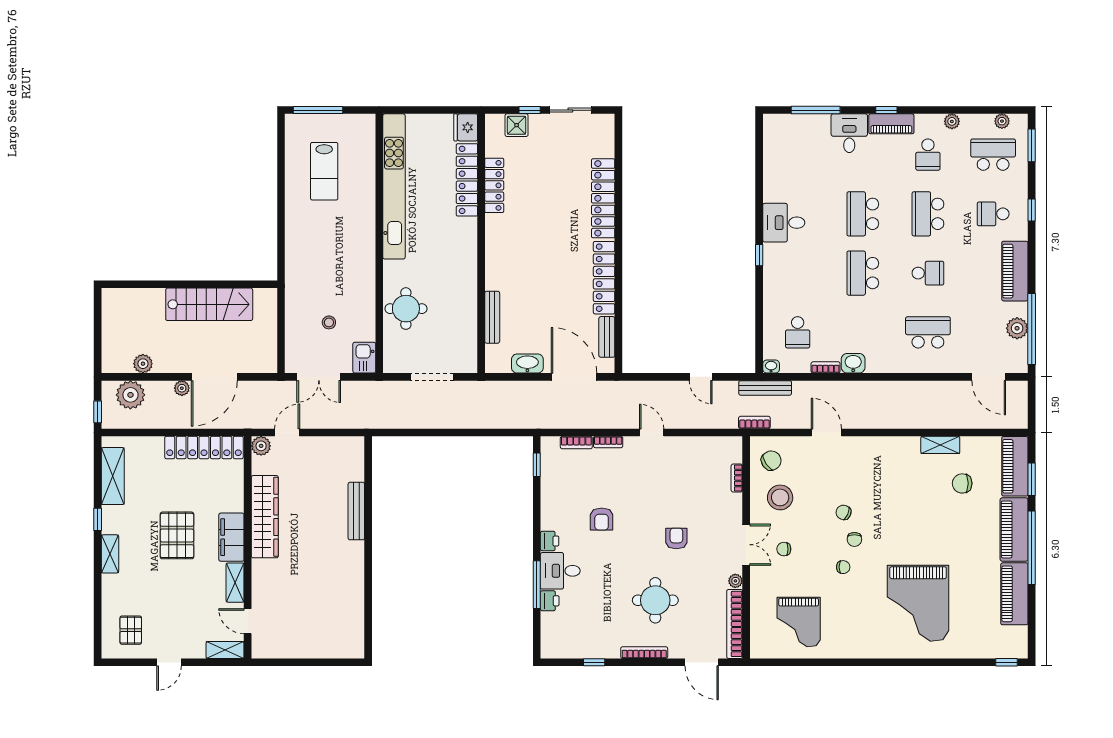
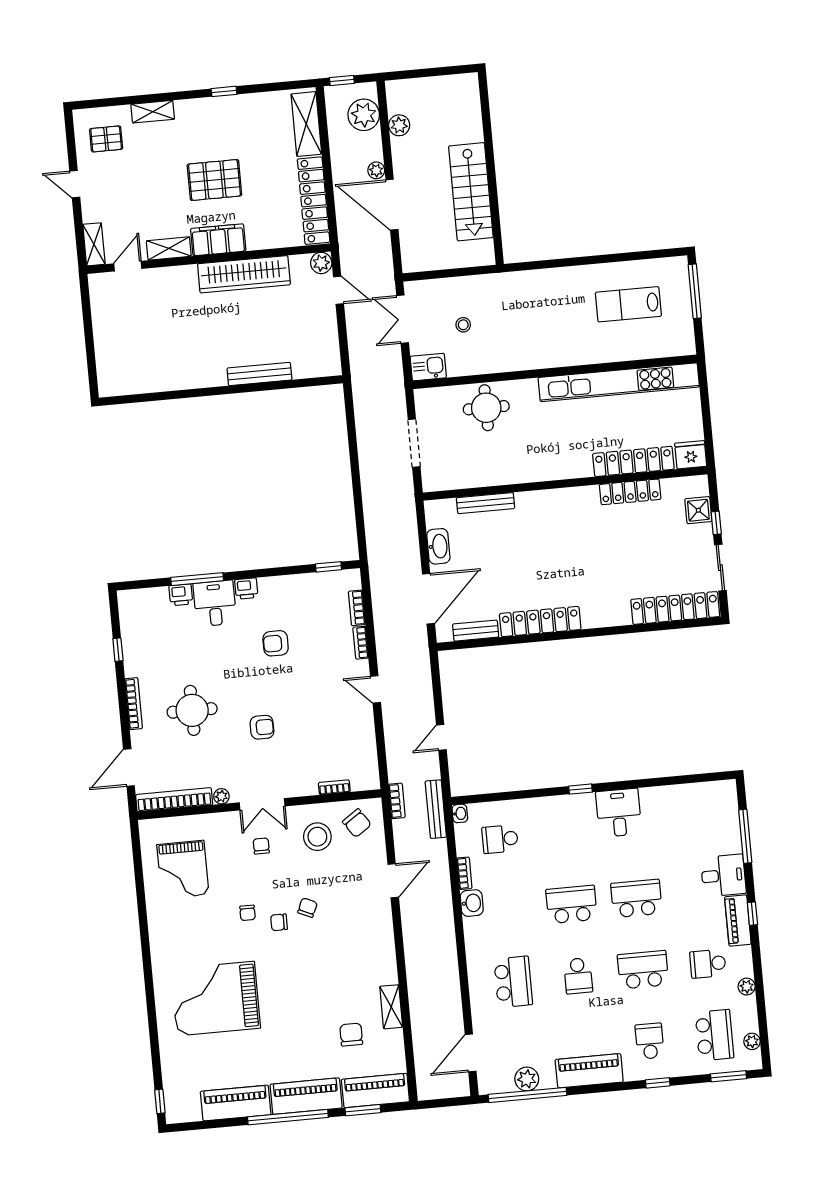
locker: (603, 198) -> (675, 608), moved
door: (652, 432) -> (375, 689), swing flipped
shelving: (113, 476) -> (306, 124), moved, turned 90
shelving: (110, 554) -> (153, 112), moved
grand piano: (799, 622) -> (183, 870), turned -90

